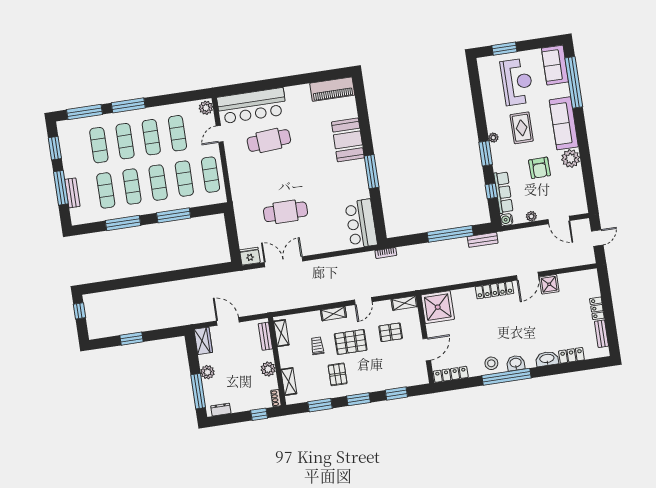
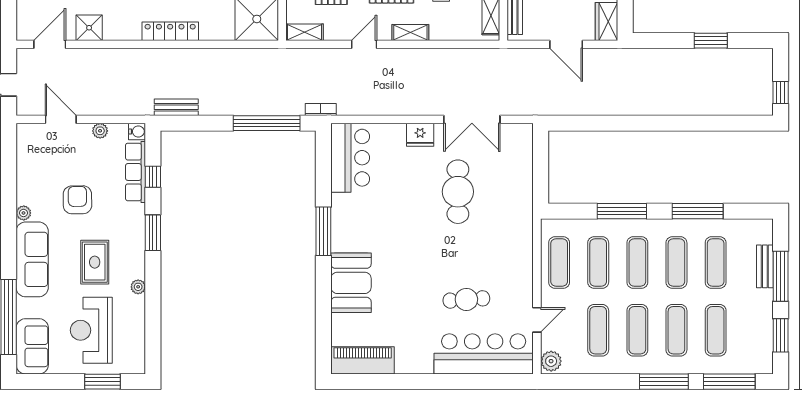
plant: (493, 138) -> (138, 287), moved
cafe table: (269, 140) -> (466, 299), width x0.73, depth x0.74
plant: (571, 158) -> (24, 213), width x0.53, depth x0.53
cafe table: (286, 212) -> (458, 192), turned 90
window: (450, 234) -> (267, 123), moved
fridge: (250, 256) -> (420, 135), moved
door: (528, 276) -> (50, 44), moved

